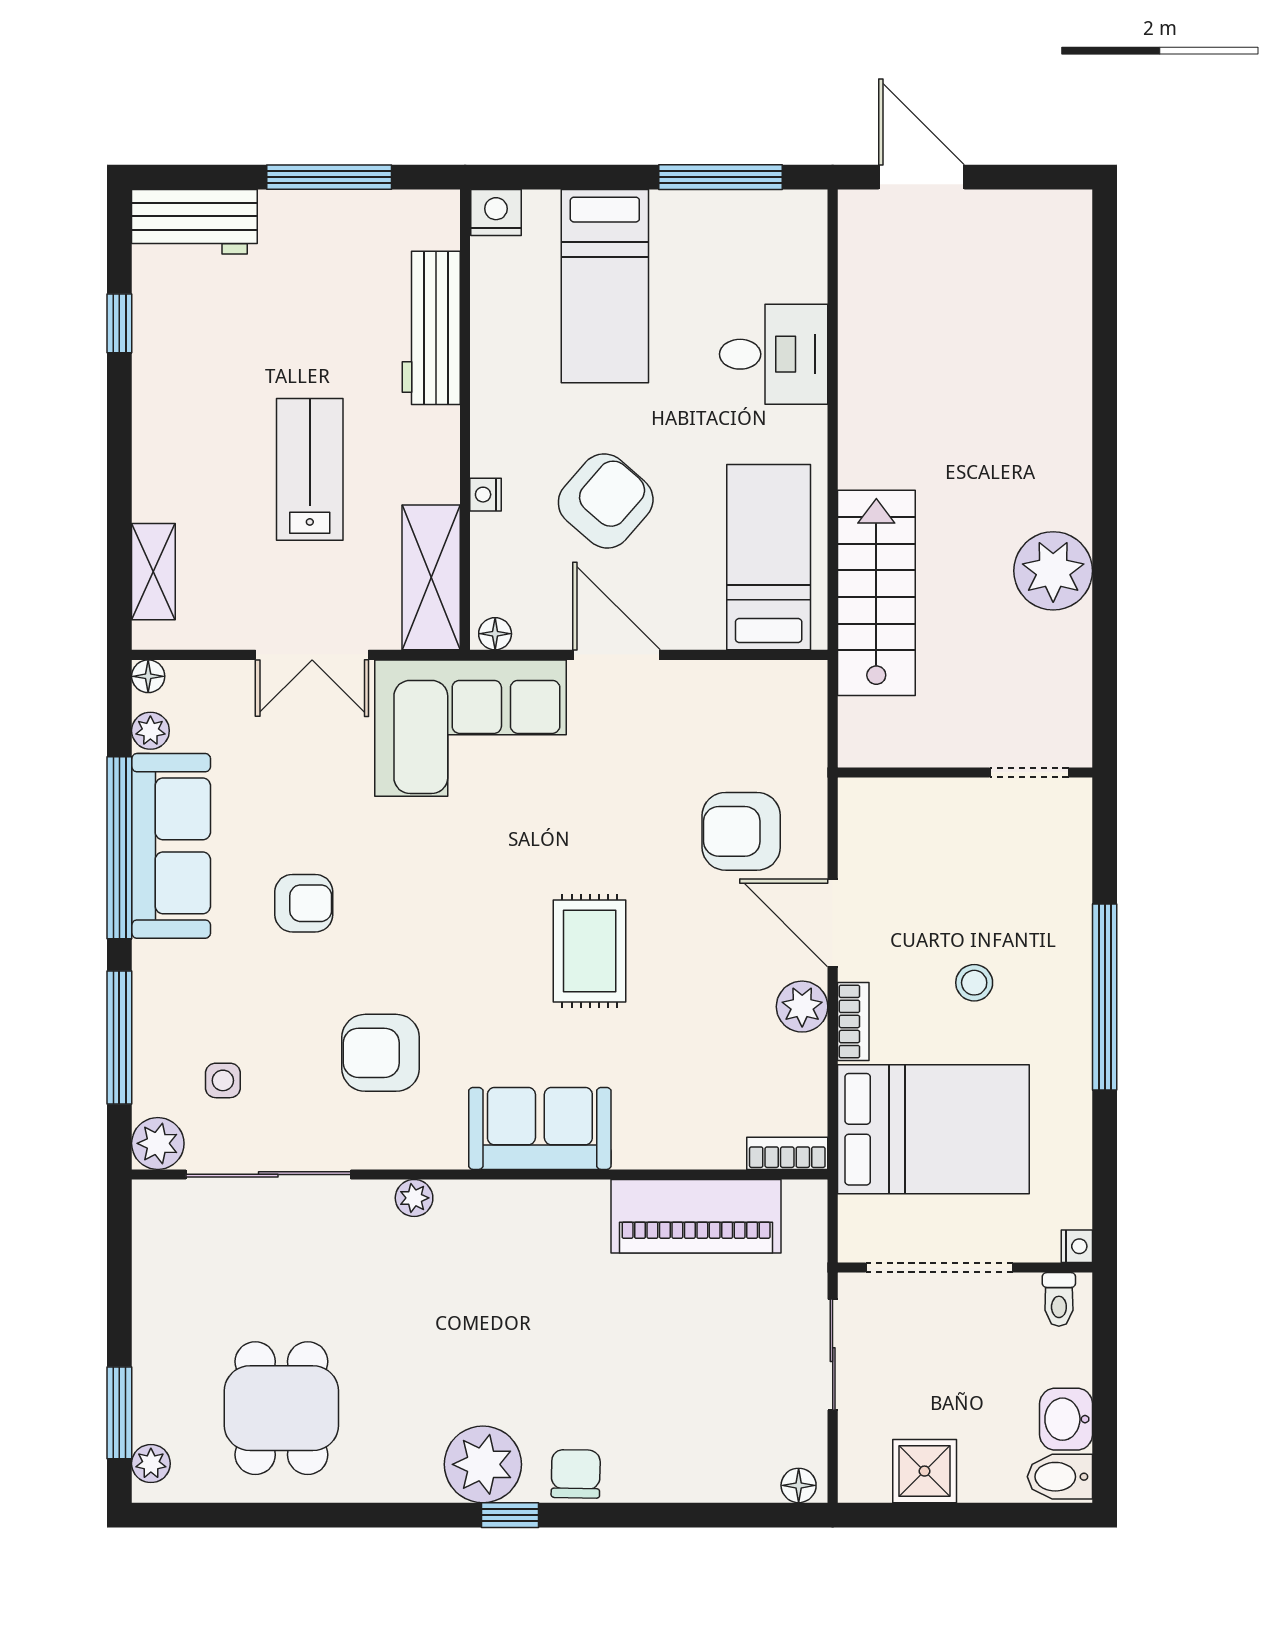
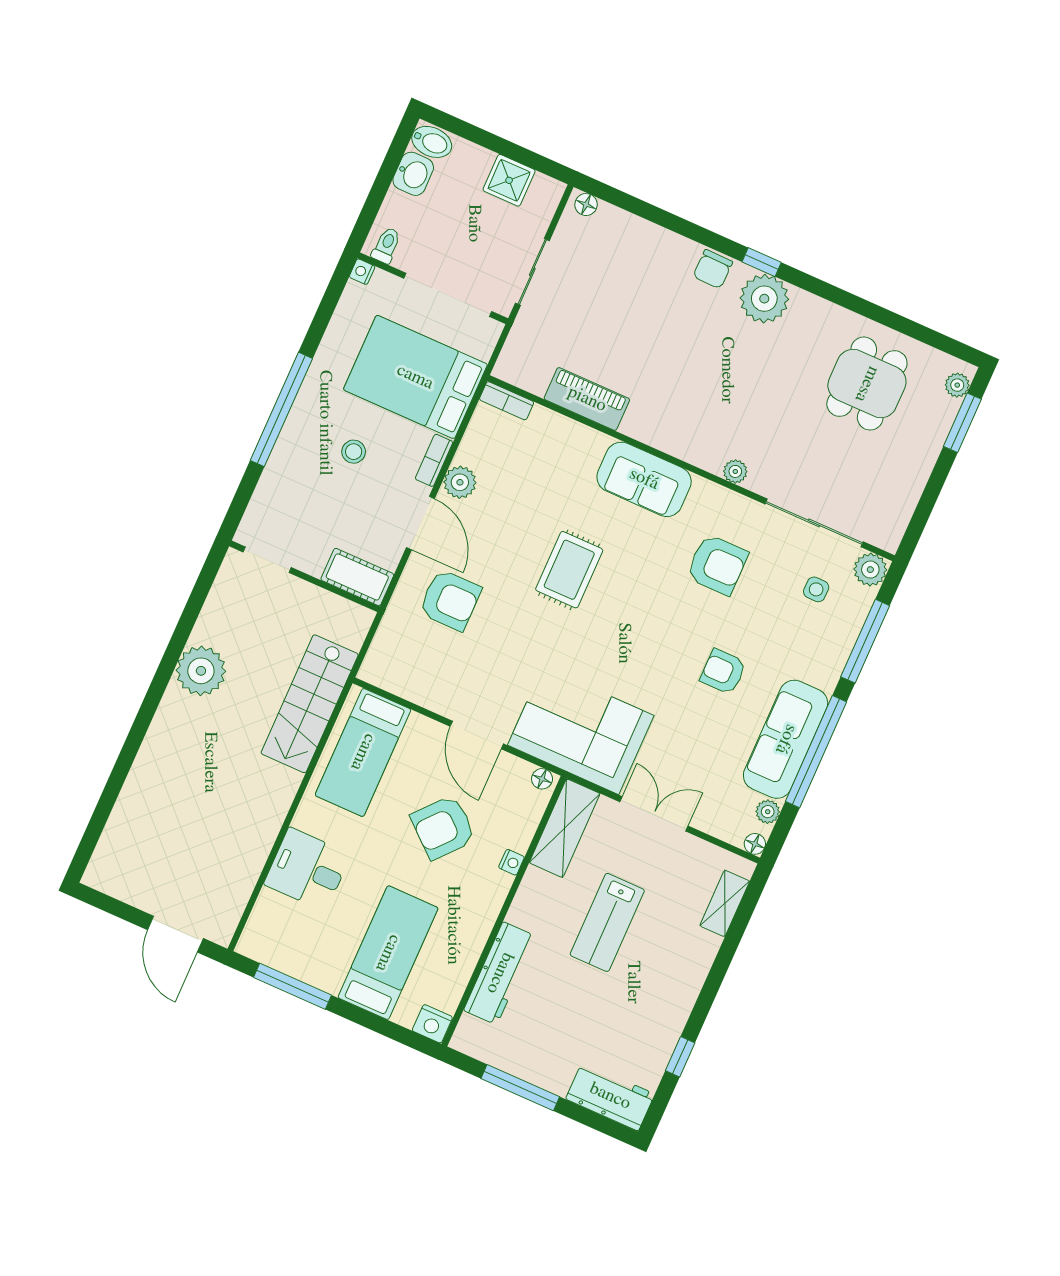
cot: (889, 805) -> (357, 577), added
piano: (696, 1216) -> (587, 399), width x0.73, depth x0.75

